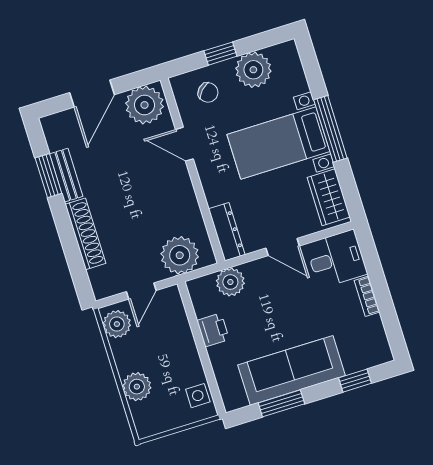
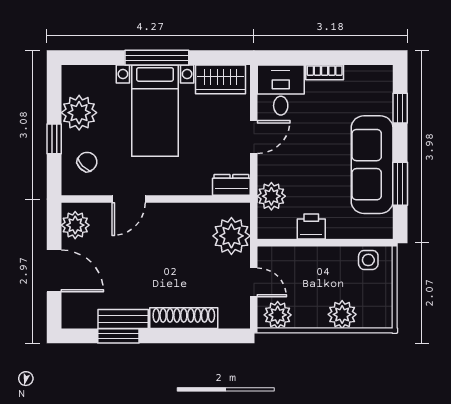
plant: (145, 105) -> (75, 225), width x0.73, depth x0.73
dresser: (227, 232) -> (231, 185), width x0.70

